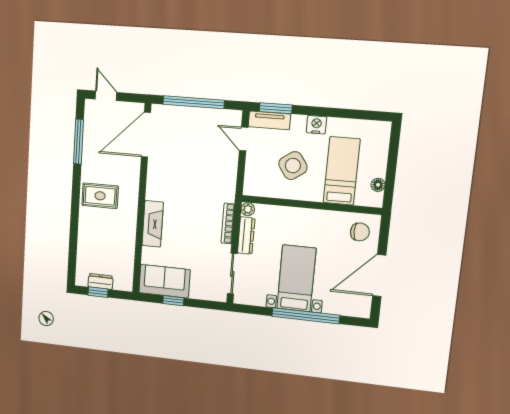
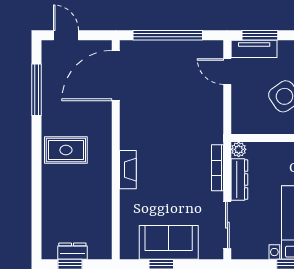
fireplace: (153, 224) -> (128, 170), width x0.73, depth x0.76
sofa: (164, 281) -> (169, 242), moved

